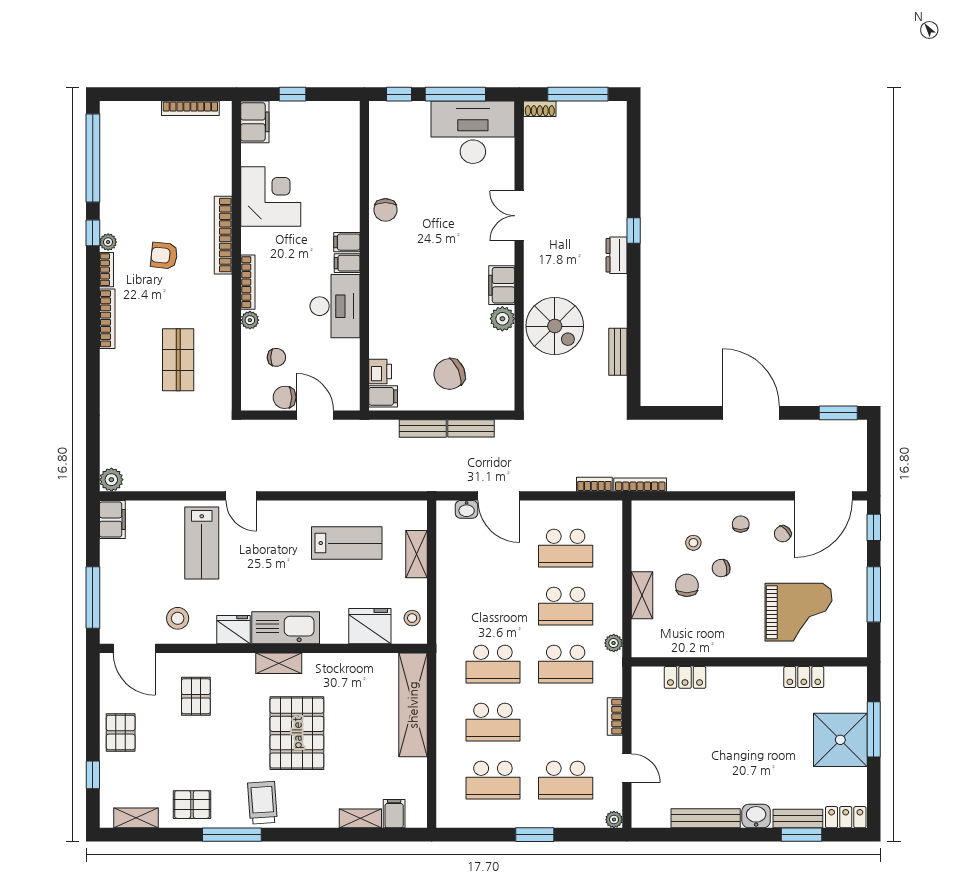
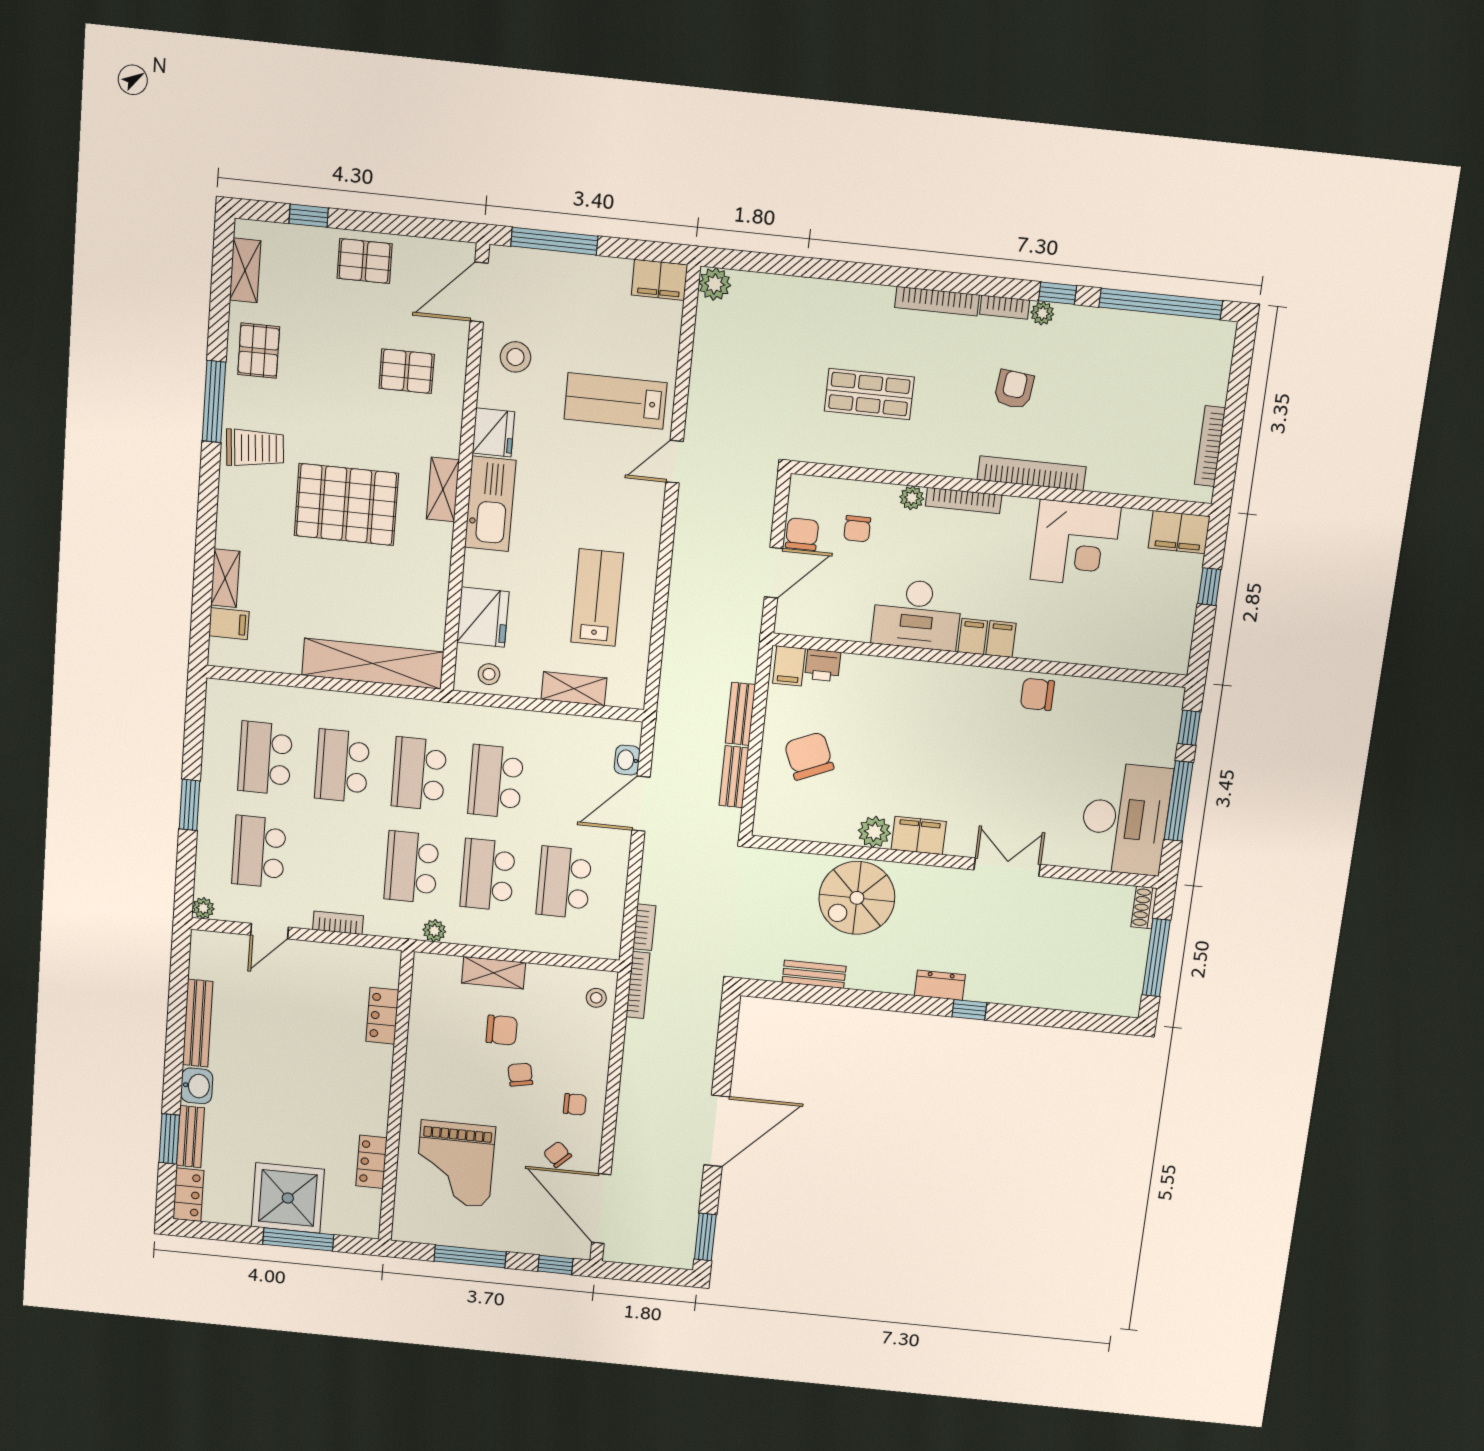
lab bench: (347, 543) -> (597, 598), turned 180
stool: (693, 543) -> (596, 998), moved
school desk: (493, 606) -> (496, 781), added

